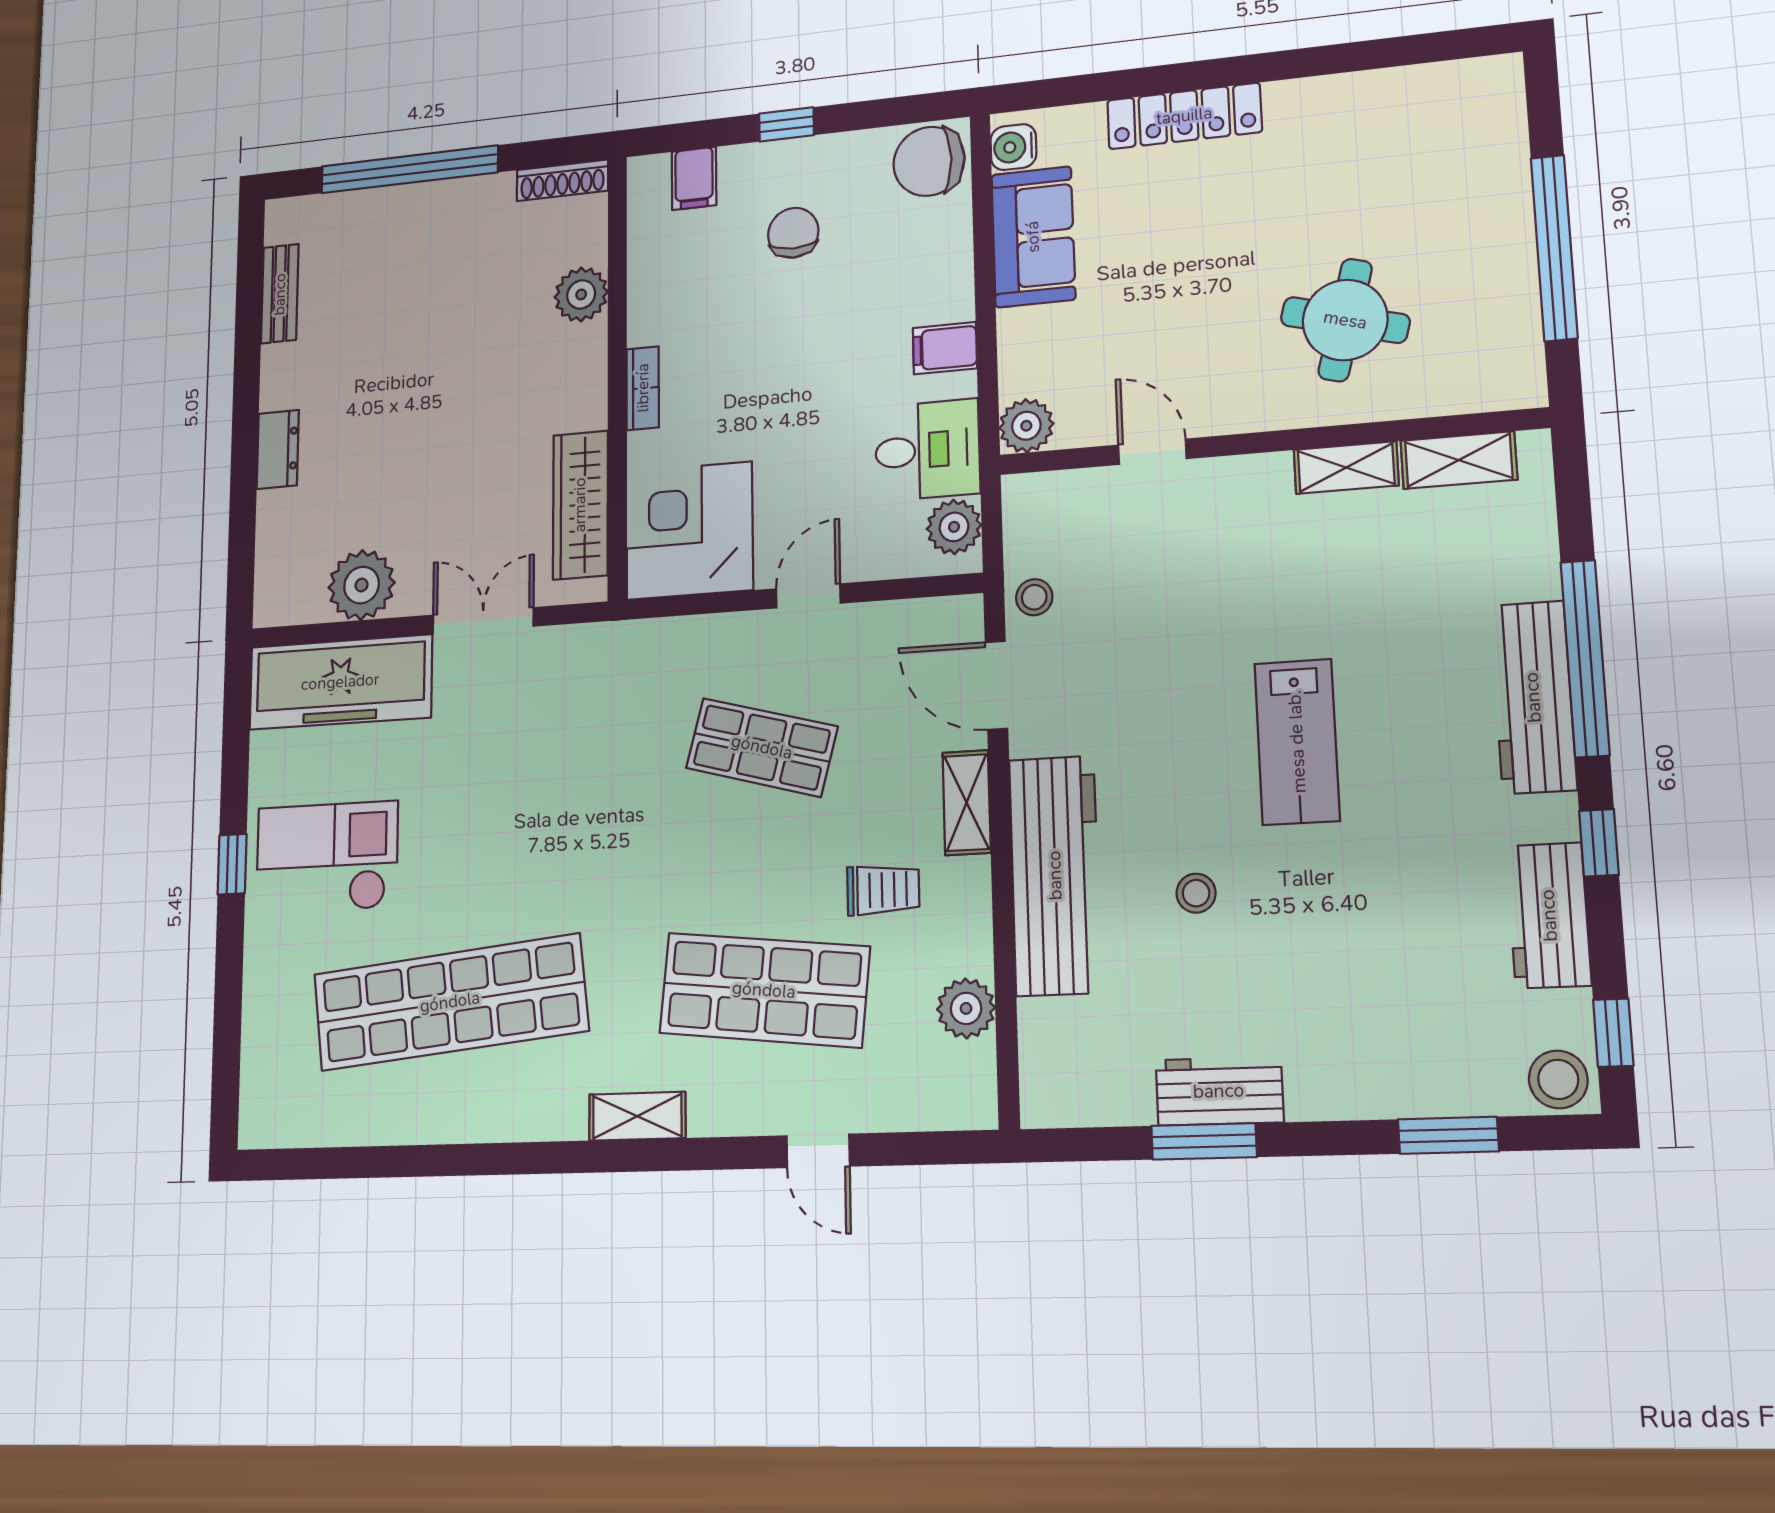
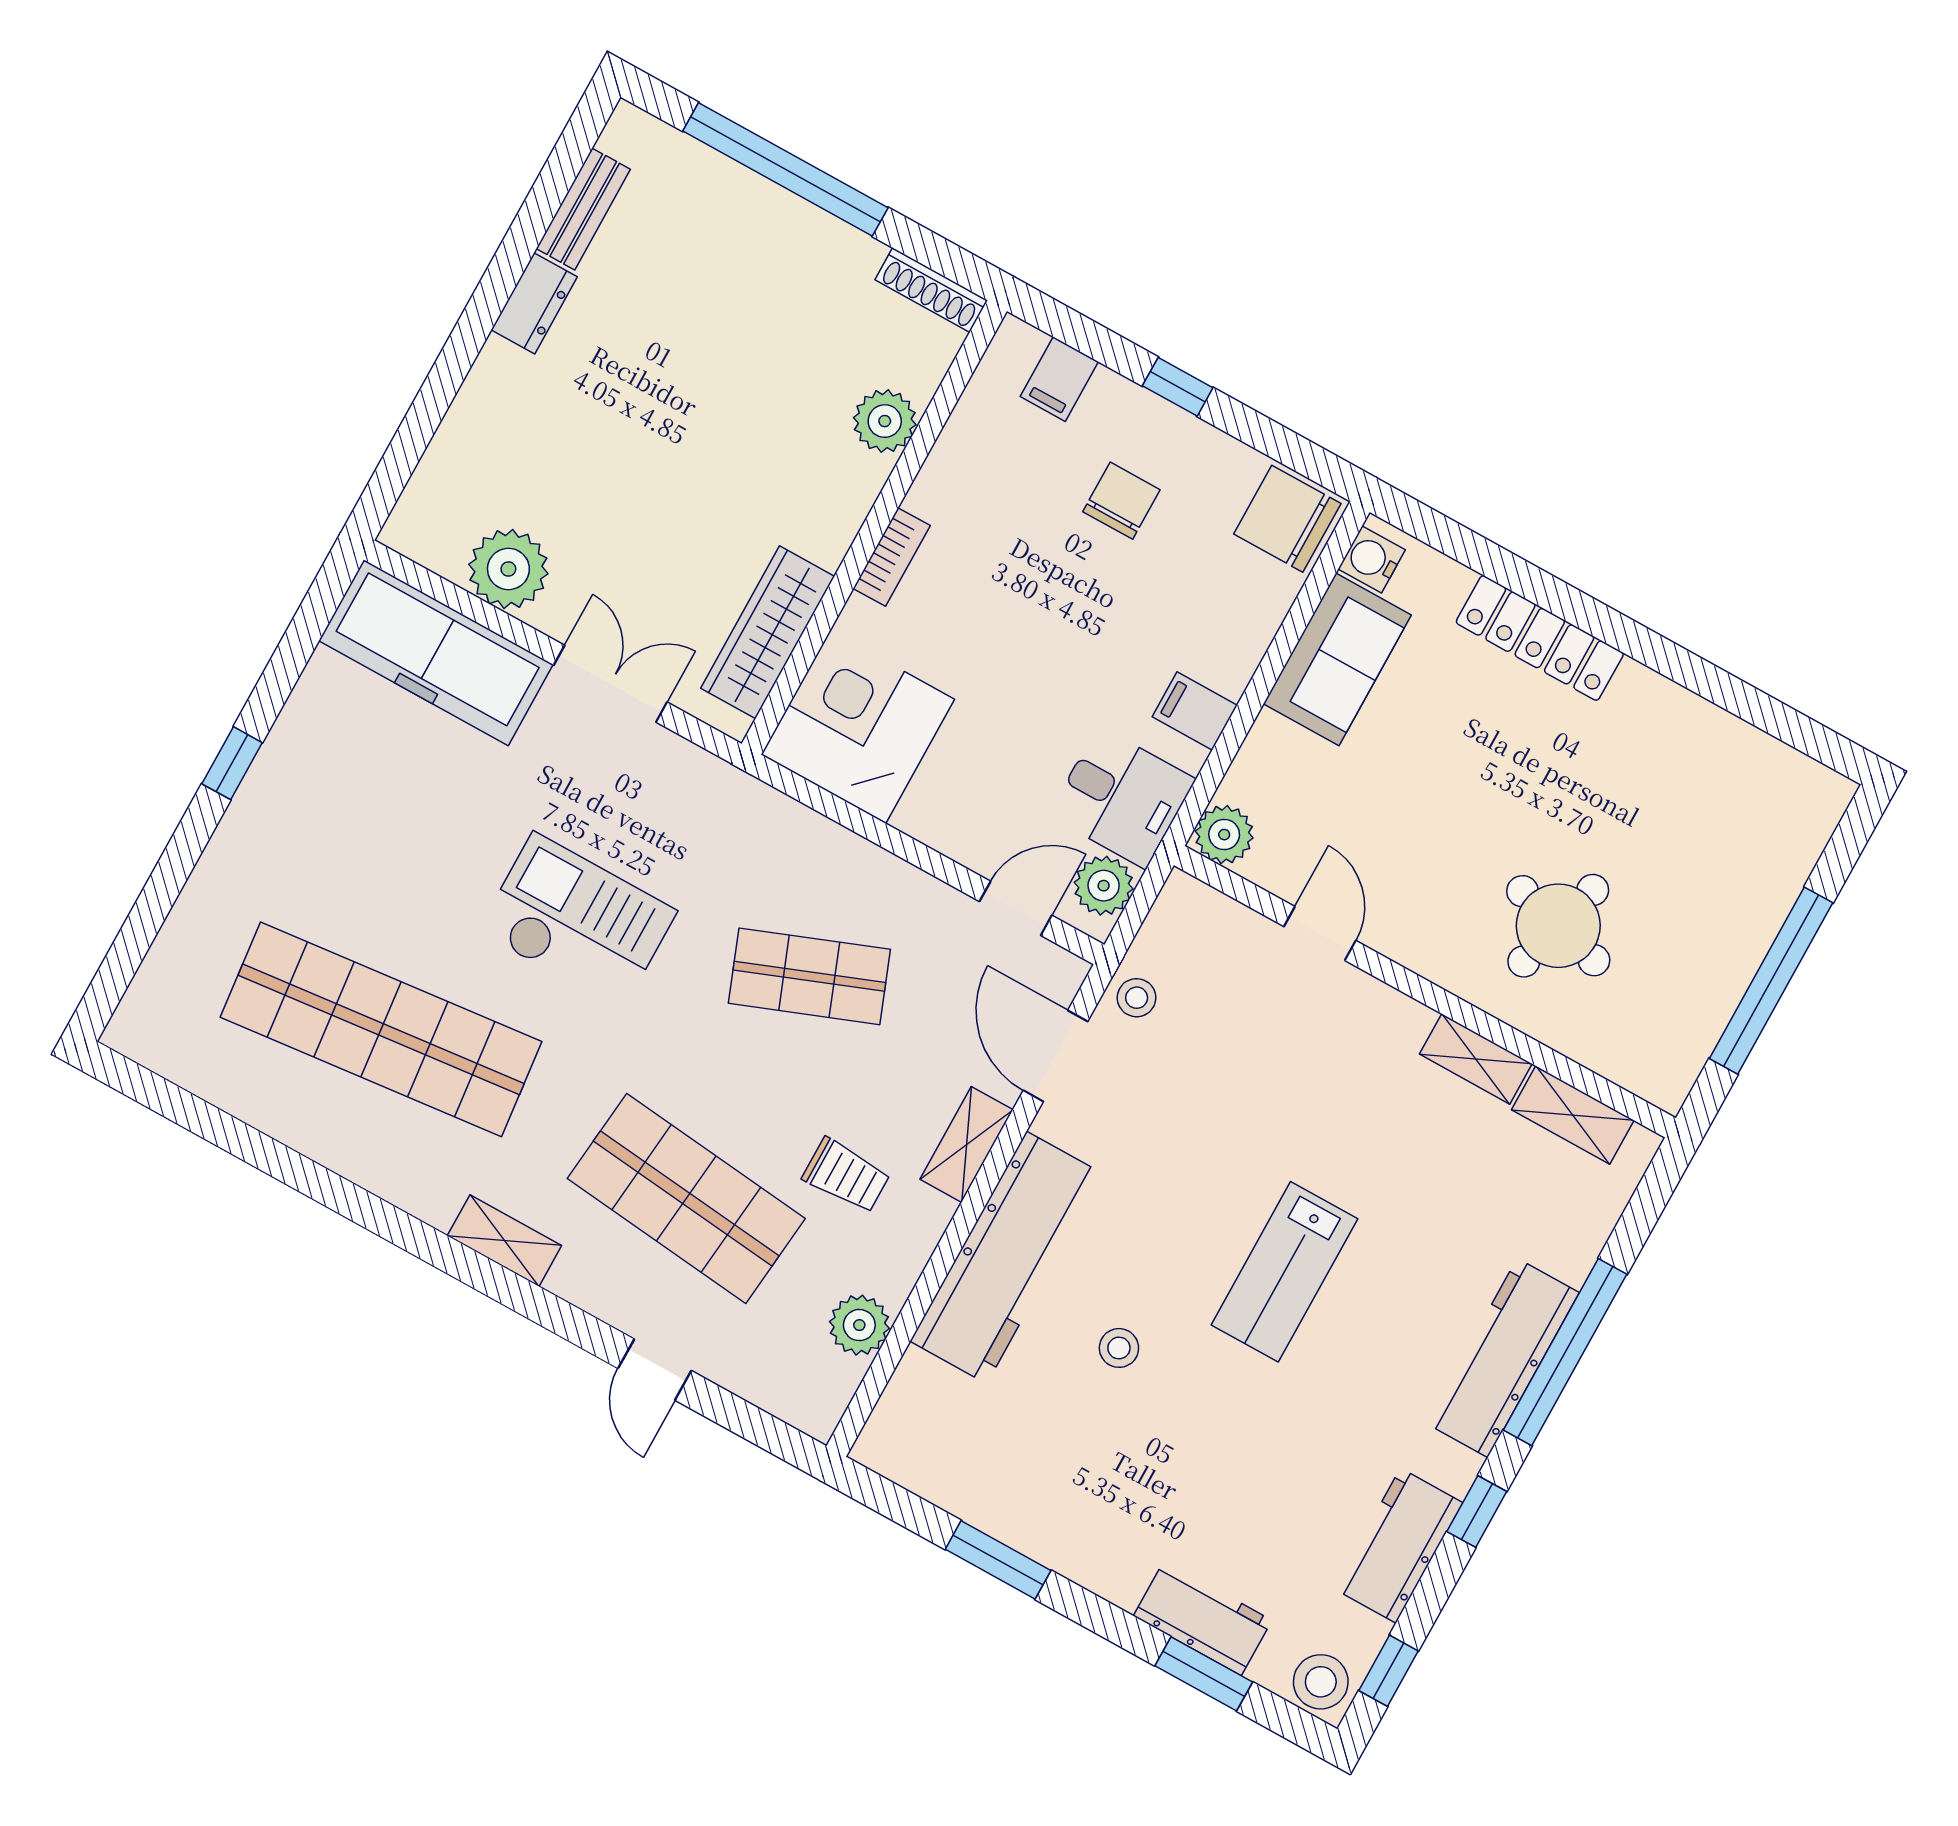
dresser: (278, 449) -> (534, 303), moved
door: (808, 596) -> (1016, 908), moved
shop shelf: (762, 747) -> (809, 976), turned -36
checkout: (327, 858) -> (577, 921), moved
workbench: (1219, 1091) -> (1203, 1618), moved

